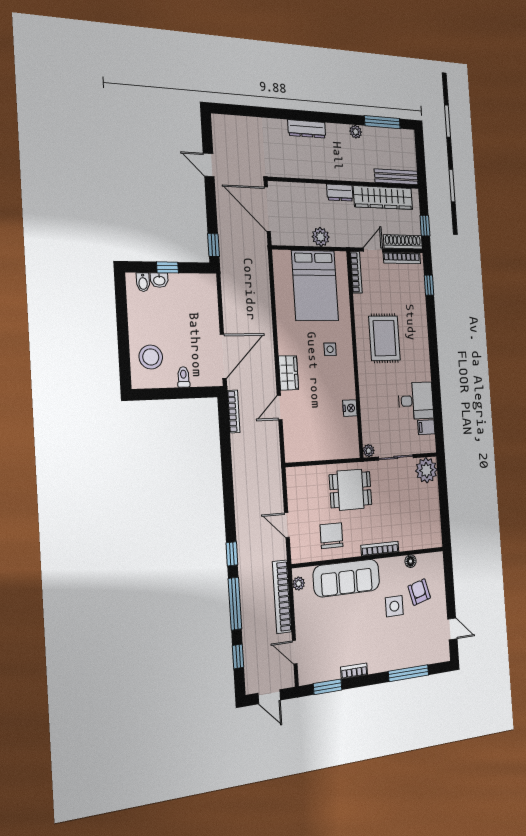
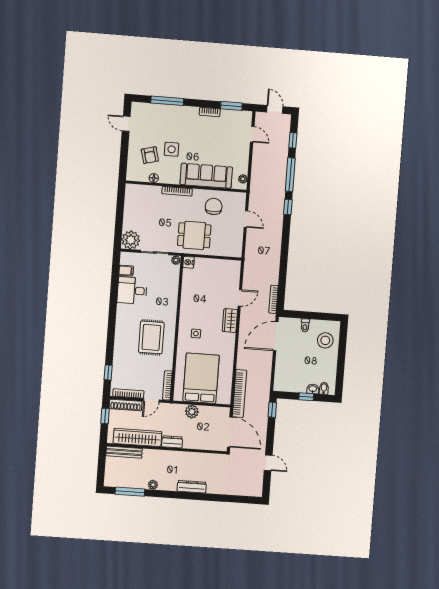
nightstand: (350, 408) -> (189, 262), moved
chair: (331, 536) -> (214, 206), turned 180
bookcase: (282, 597) -> (240, 394), moved

